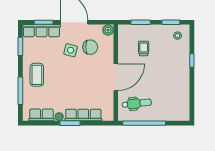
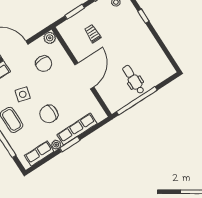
chair: (90, 47) -> (44, 64), turned 90
side table: (71, 50) -> (23, 94), moved
chair: (69, 89) -> (49, 114), added
dental chair: (137, 103) -> (133, 79), moved, turned -84

